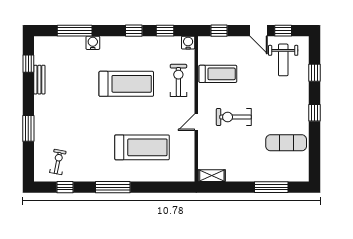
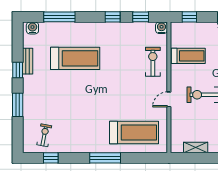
water cooler: (93, 43) -> (32, 28), moved
window: (28, 64) -> (18, 70), moved
treadmill: (126, 84) -> (75, 58), moved
treadmill: (142, 147) -> (134, 132), moved
shelving: (212, 176) -> (196, 148), moved
window: (113, 187) -> (105, 158), moved

